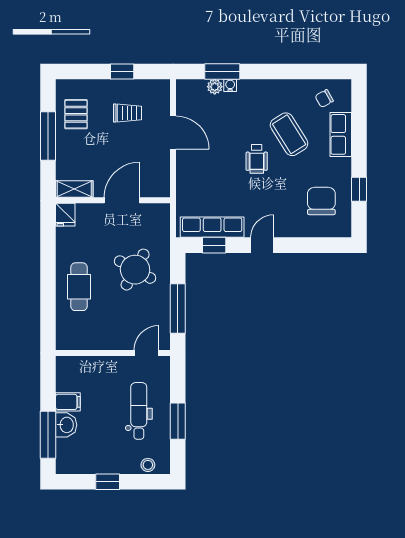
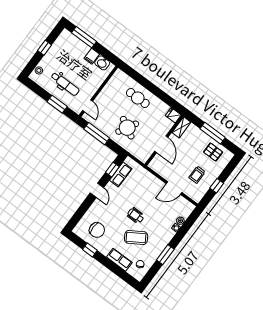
window: (222, 72) -> (165, 255), moved
row of seats: (212, 227) -> (121, 174), width x0.68
window: (178, 421) -> (57, 104), moved
washbasin: (66, 425) -> (102, 63), moved

